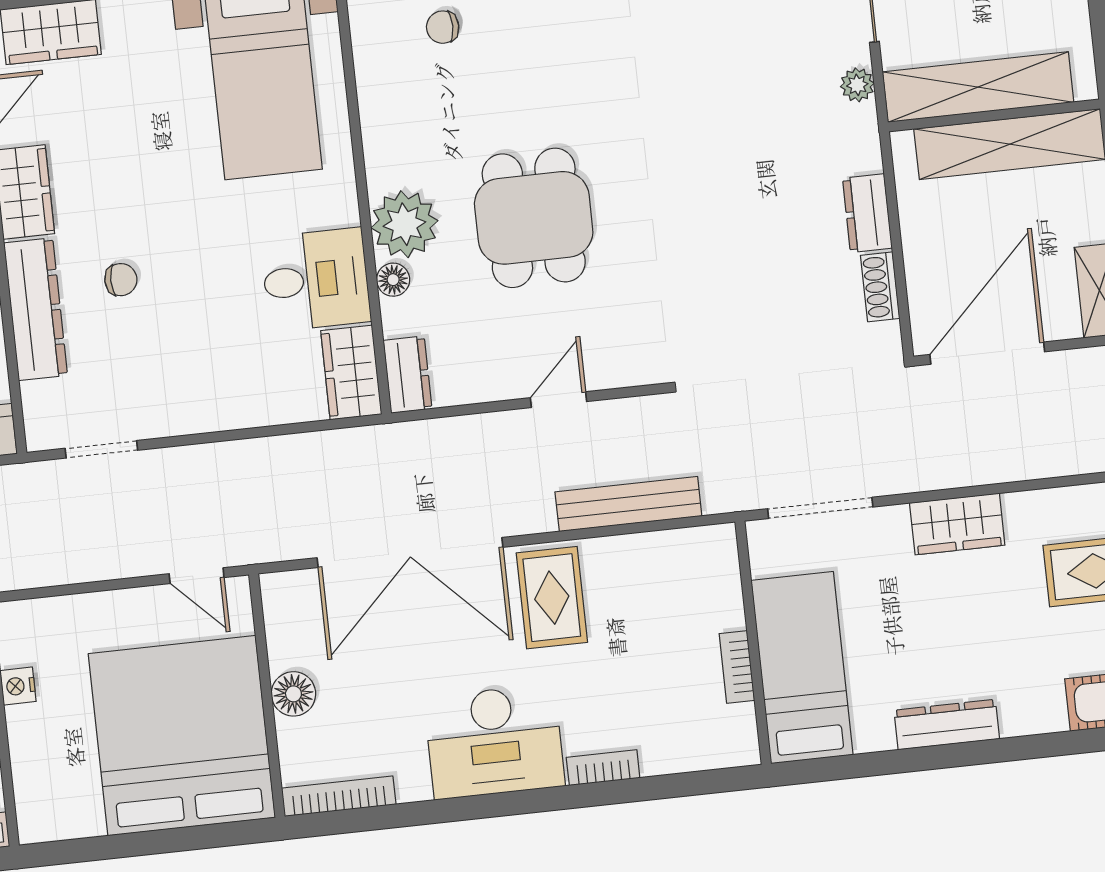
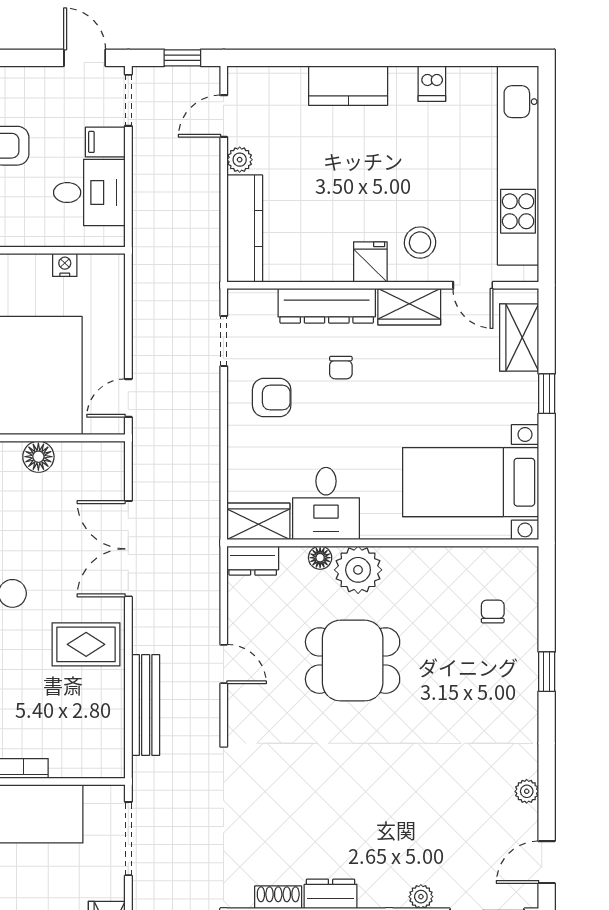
armchair: (174, 373) -> (272, 398), added
double door: (410, 552) -> (128, 549), width x0.73

